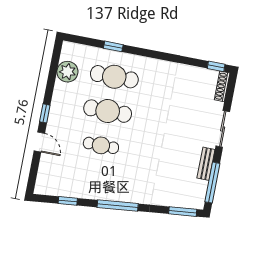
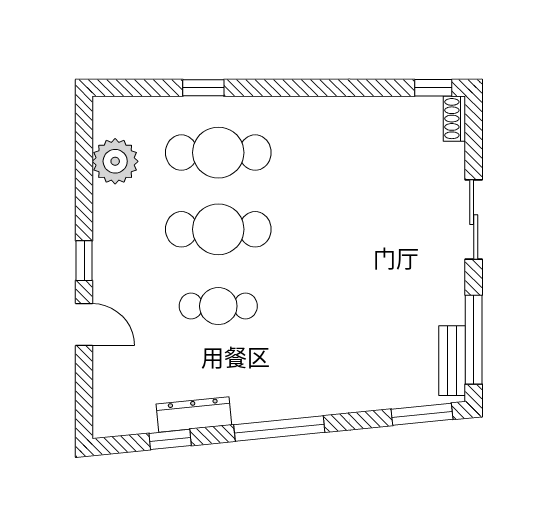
shoe rack: (222, 86) -> (454, 119), width x0.70
bench: (206, 164) -> (452, 361), moved
dresser: (81, 192) -> (194, 414), added

